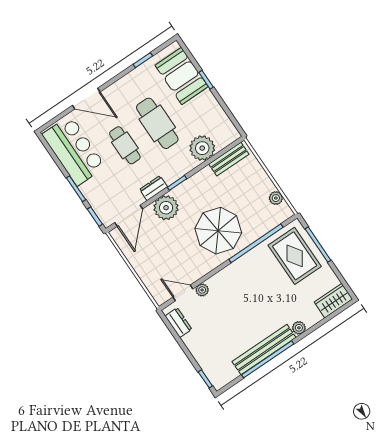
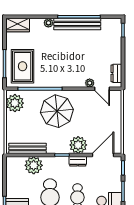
bench: (229, 159) -> (27, 148), width x1.36
plant: (276, 198) -> (15, 103), width x1.87, depth x1.87

